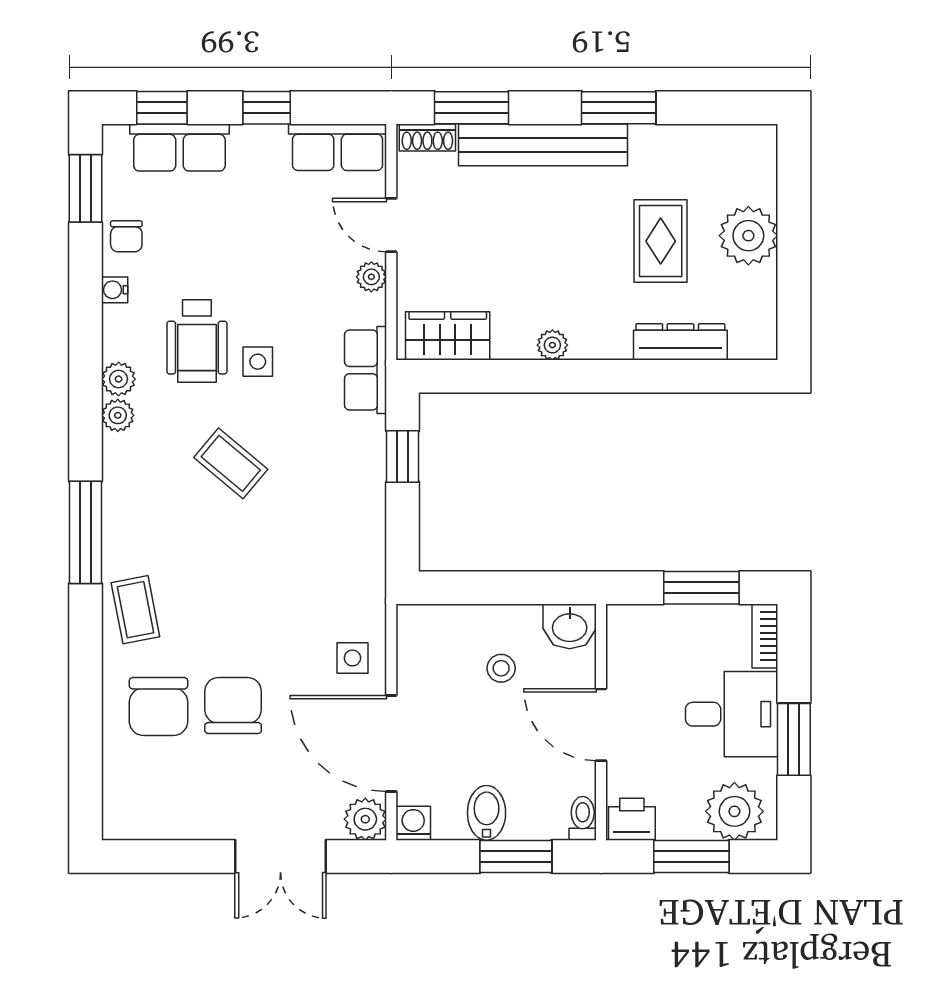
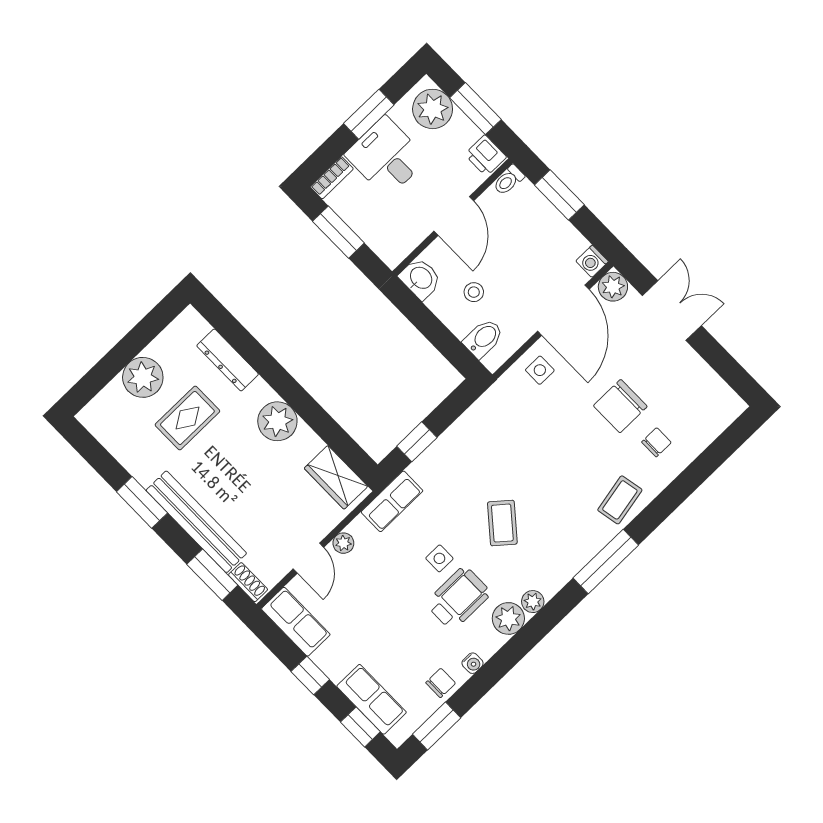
plant: (552, 345) -> (277, 421), width x1.87, depth x1.87
plant: (119, 379) -> (508, 618), width x1.38, depth x1.38
chair: (159, 707) -> (656, 442), width x0.54, depth x0.54
bidet: (487, 813) -> (483, 338), moved, turned 180

